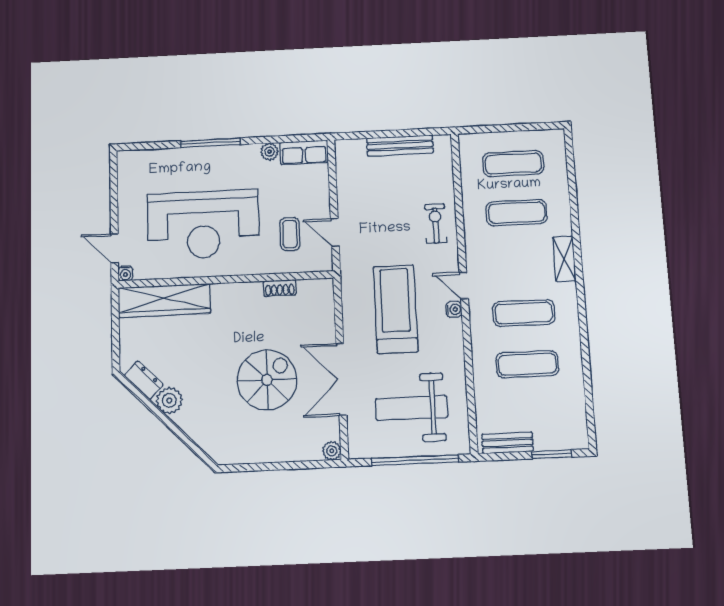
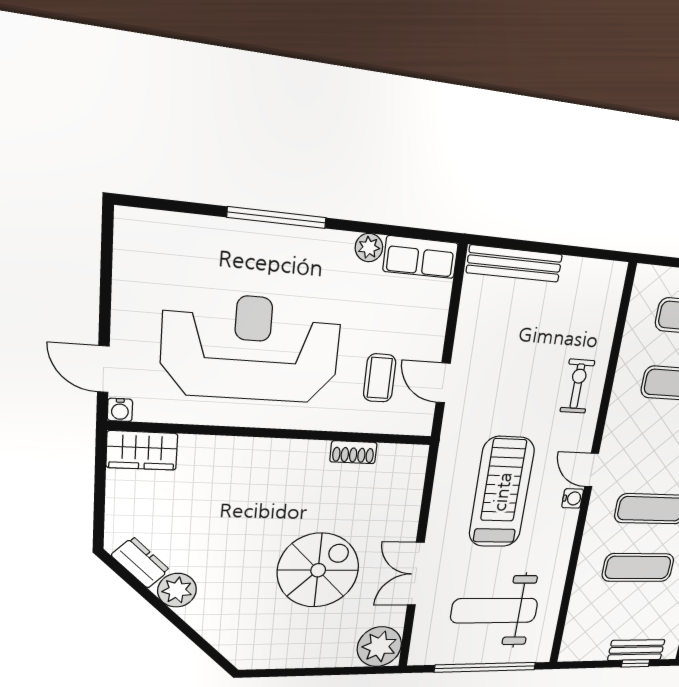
bench: (400, 146) -> (515, 264), moved
reception desk: (203, 225) -> (251, 349), turned 180
wardrobe: (164, 300) -> (142, 450), width x0.48, depth x0.85
double door: (341, 379) -> (416, 574), width x0.73
bench: (508, 443) -> (636, 650), moved
plant: (332, 451) -> (379, 647), width x1.87, depth x1.87
window: (552, 454) -> (636, 663), width x0.67

